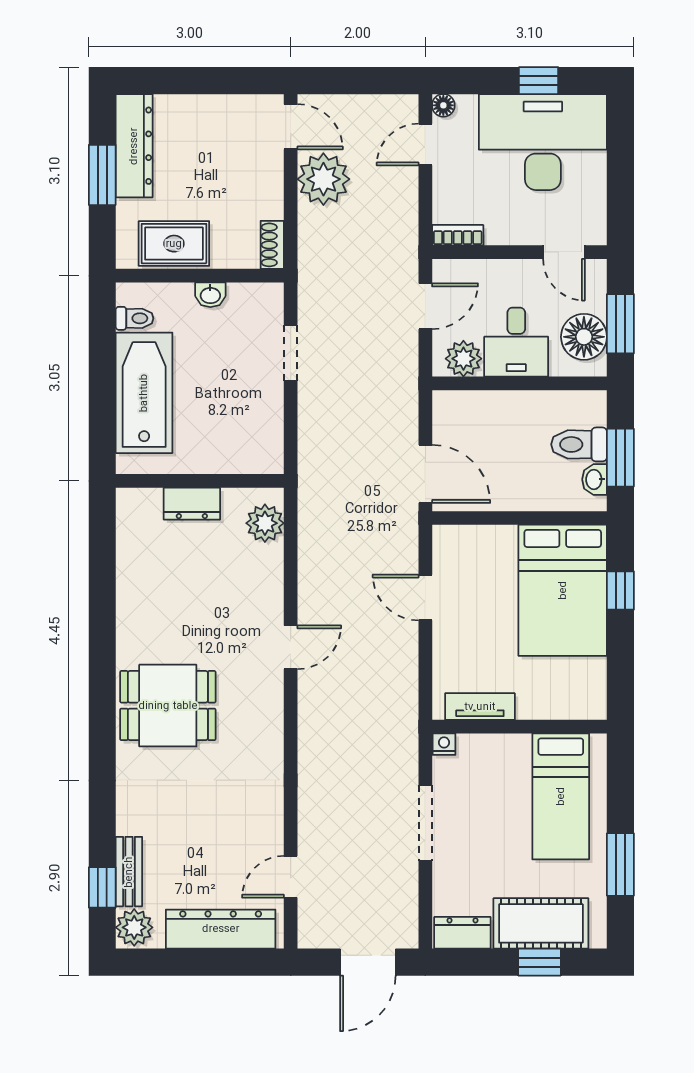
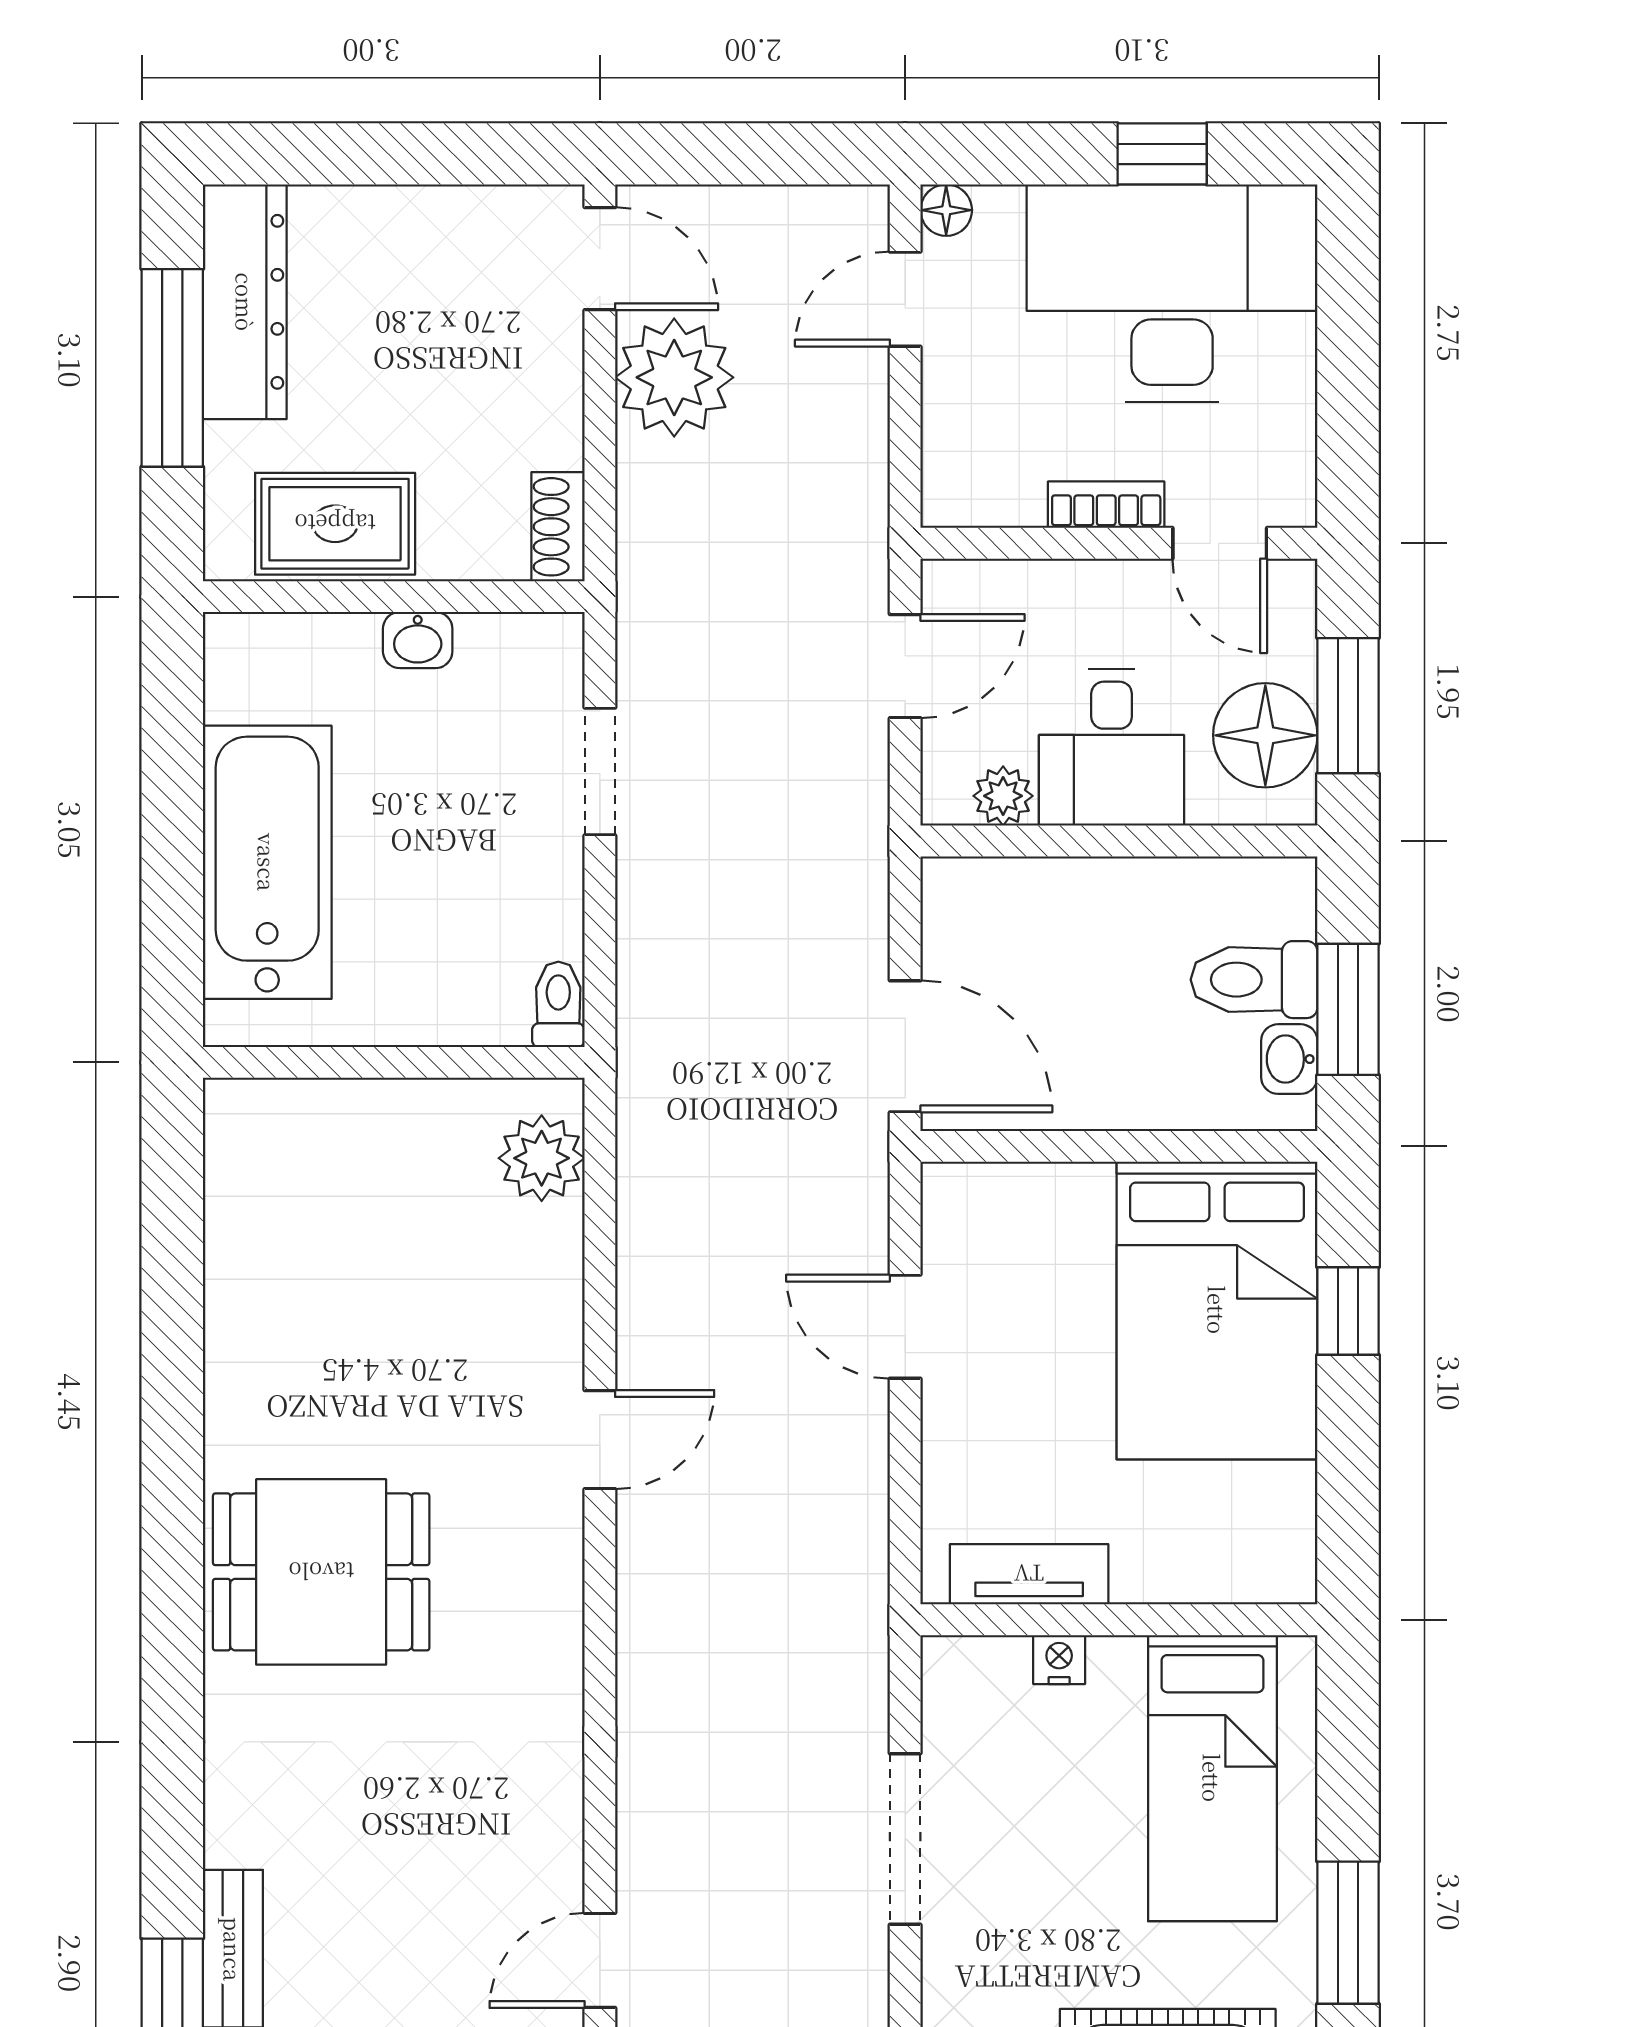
window: (102, 175) -> (172, 368), width x1.44
bookcase: (458, 235) -> (1106, 505), moved
toilet: (135, 318) -> (558, 1004), moved, turned -90
plant: (463, 359) -> (1003, 796), width x0.73, depth x0.73
dresser: (192, 504) -> (376, 1114), removed
nightstand: (444, 744) -> (1059, 1660), moved

